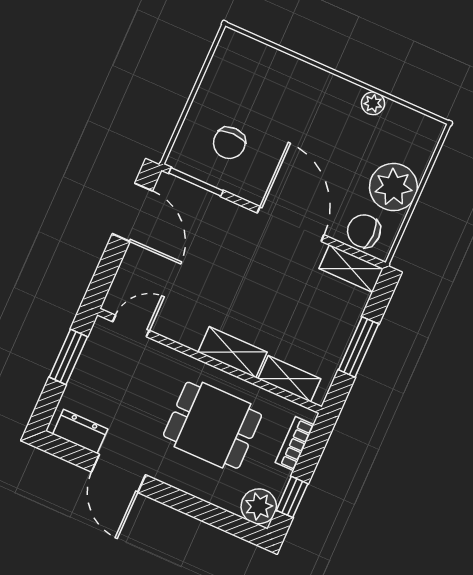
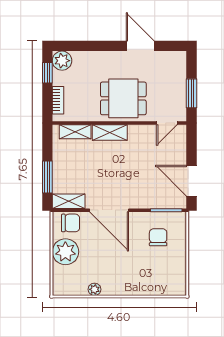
window: (359, 347) -> (47, 177), moved
dining table: (213, 425) -> (123, 98), moved
dresser: (80, 431) -> (169, 58), removed

